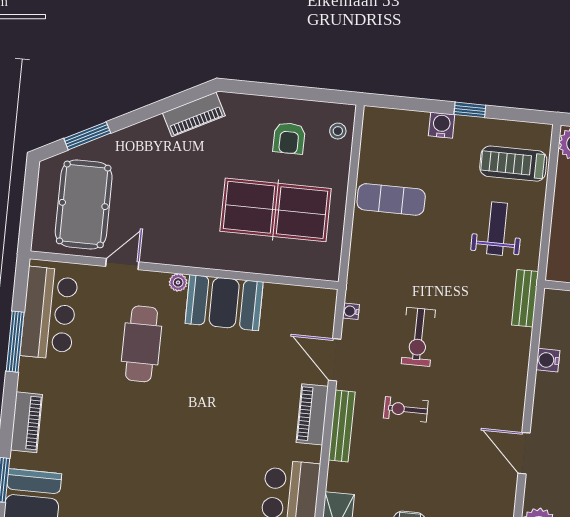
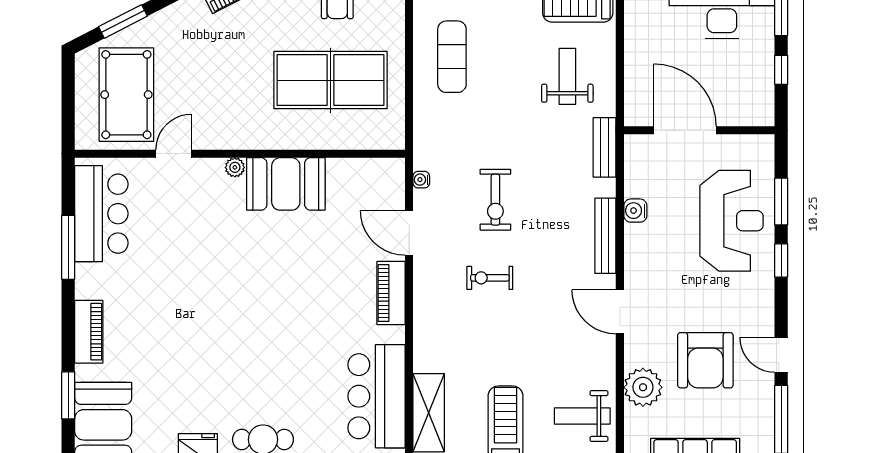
exercise mat: (391, 199) -> (452, 57), turned 90
cafe table: (142, 344) -> (203, 236), removed
bench: (342, 426) -> (605, 236), moved

